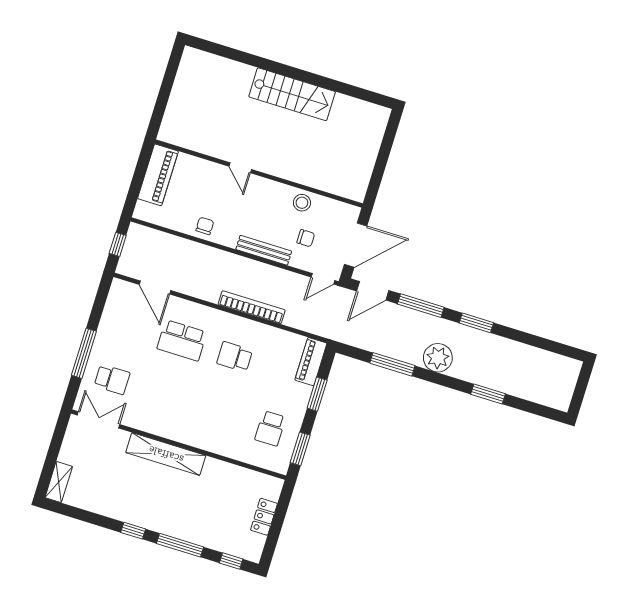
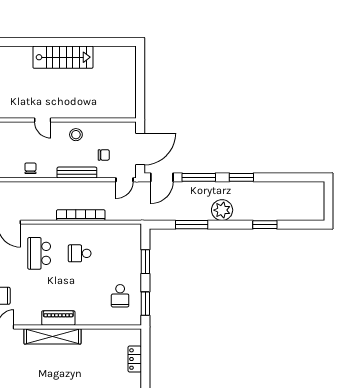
stool: (302, 203) -> (76, 135), moved
school desk: (182, 340) -> (39, 253), turned 90
piano: (311, 362) -> (58, 318), moved, turned 90

